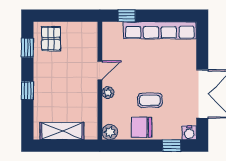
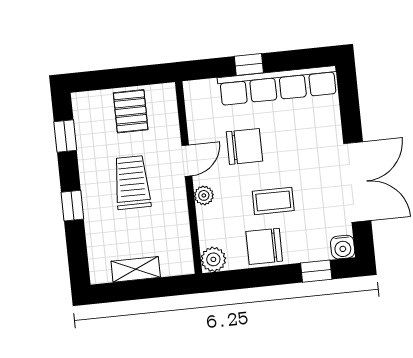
window: (127, 16) -> (249, 64), moved
pallet: (51, 39) -> (131, 111), moved
chair: (136, 65) -> (244, 146), added
trolley: (65, 80) -> (132, 183), added
shelving: (62, 131) -> (136, 269), width x0.67, depth x0.75

